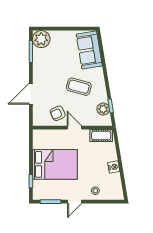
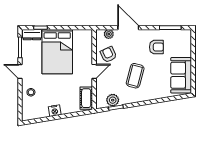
plant: (41, 39) -> (109, 34), moved, width x0.53, depth x0.53
sofa: (89, 50) -> (181, 75), moved, turned -81
armchair: (50, 65) -> (156, 47), added
dresser: (38, 190) -> (32, 35), added

